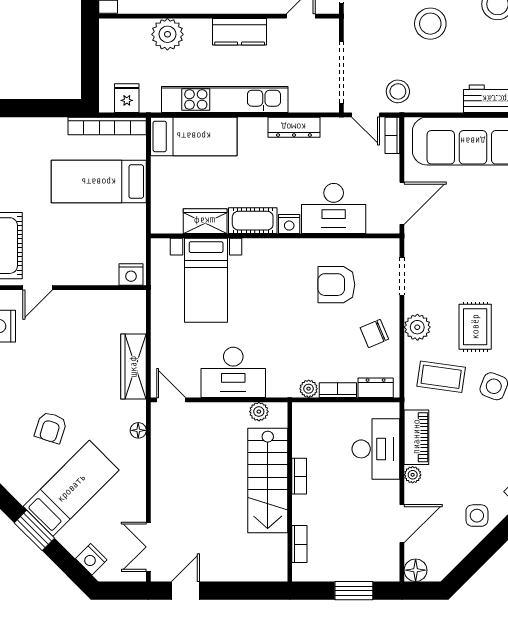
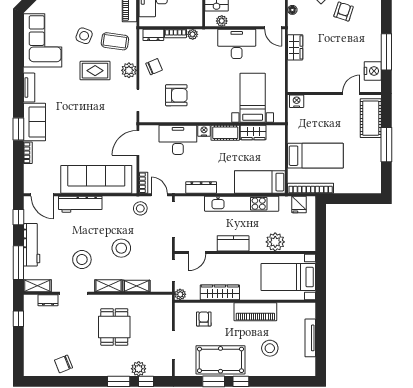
rug: (475, 327) -> (95, 71), turned 90
wardrobe: (133, 367) -> (295, 47), width x0.67

